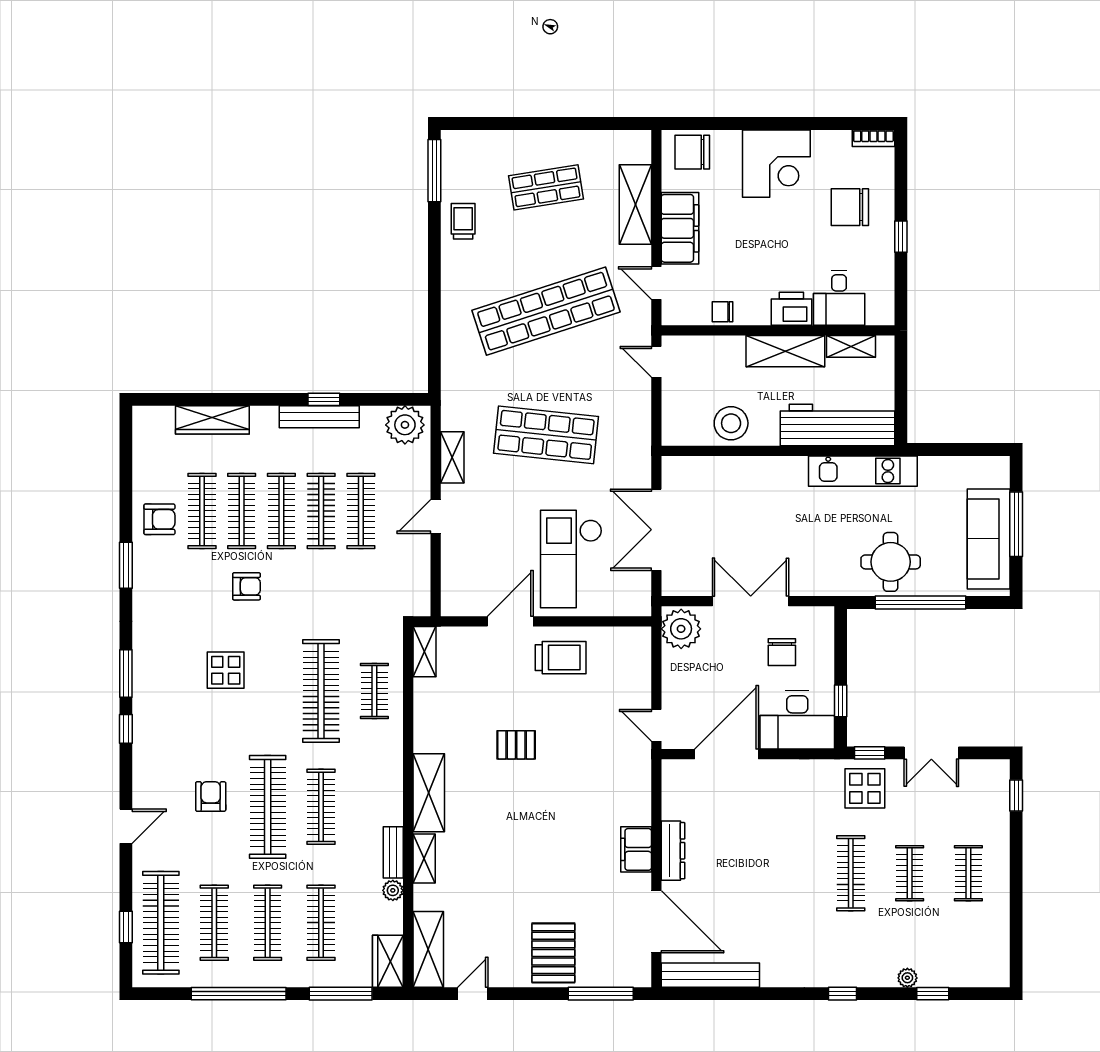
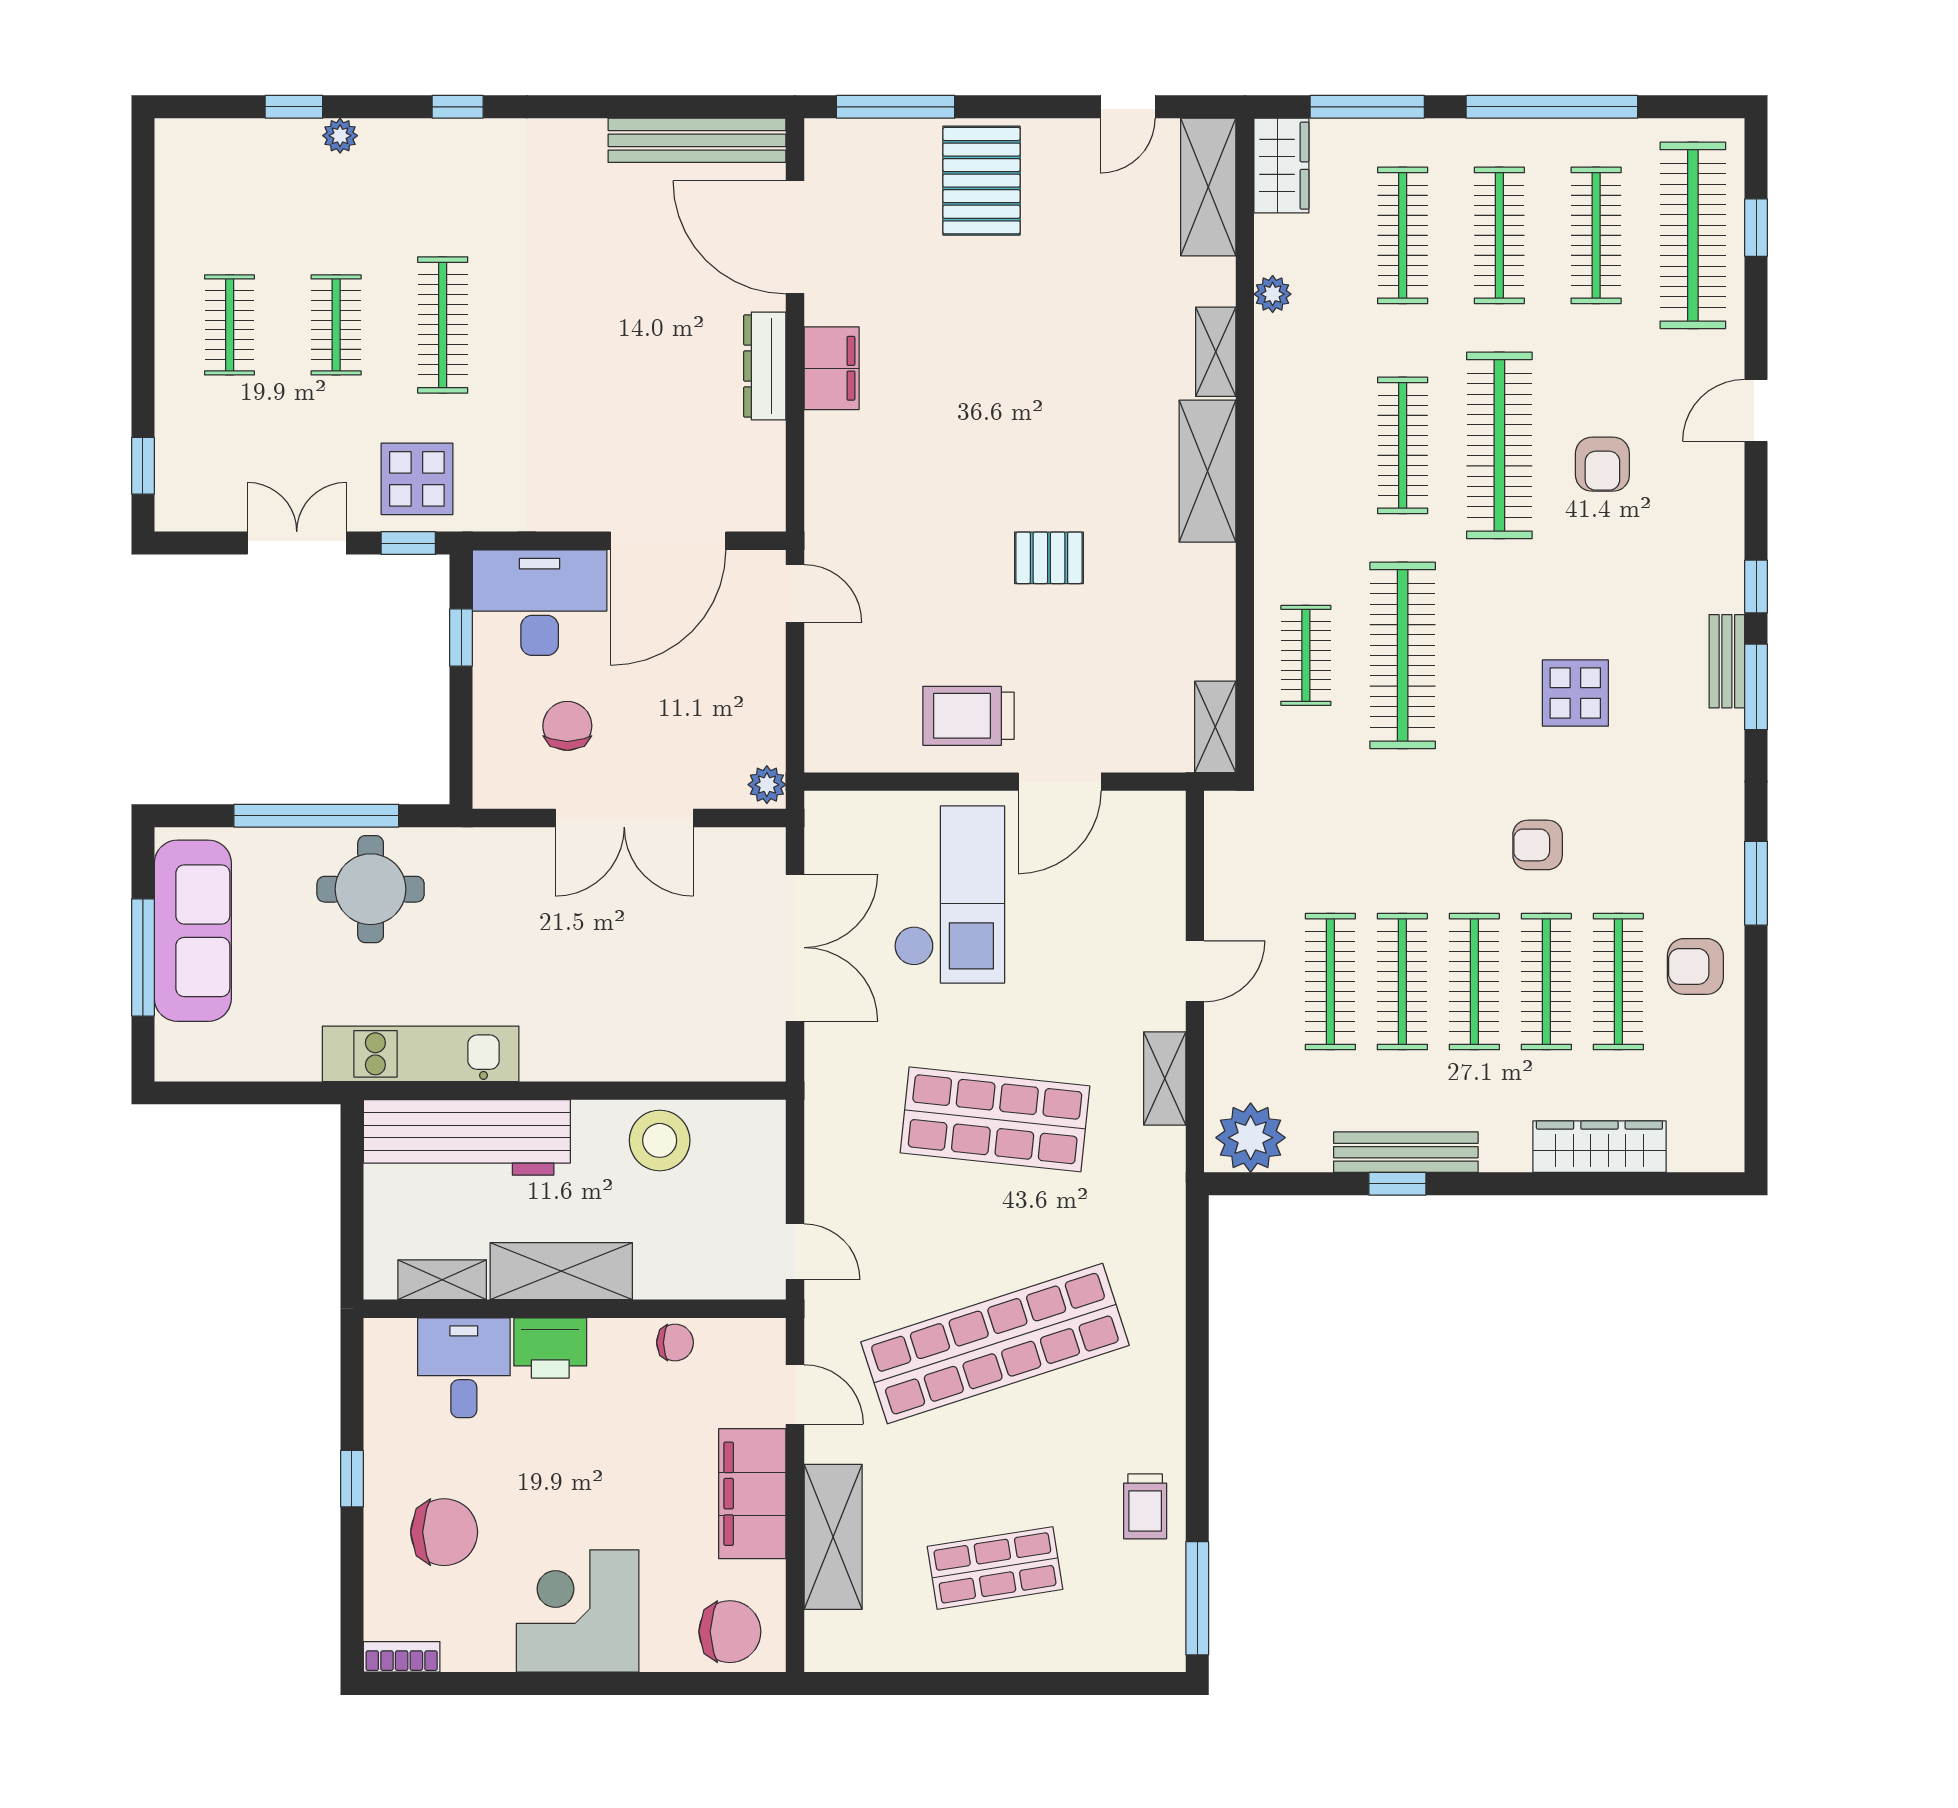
plant: (681, 629) -> (767, 785), width x0.53, depth x0.53
bench: (393, 852) -> (1727, 661), moved

